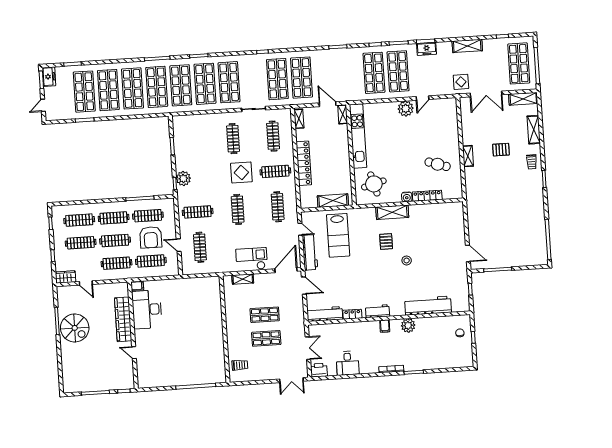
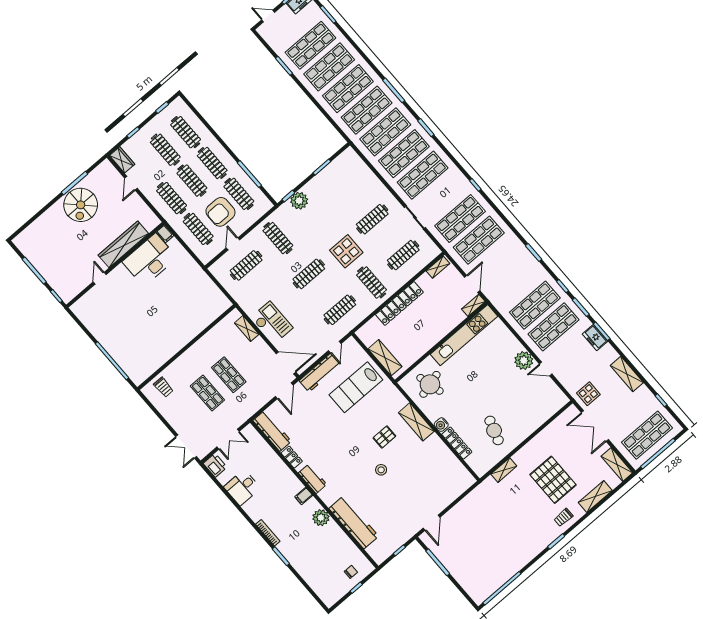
pallet: (501, 150) -> (553, 480), width x2.05, depth x2.00
shelving: (468, 156) -> (504, 470), moved

